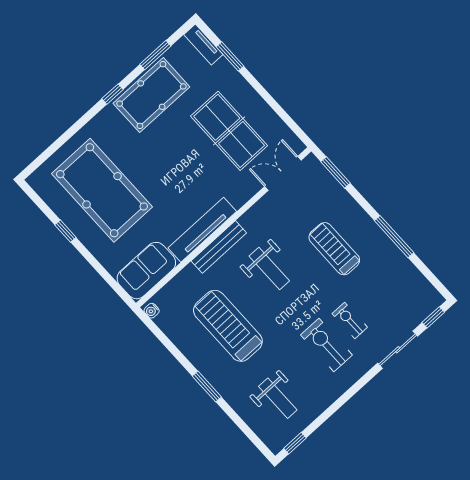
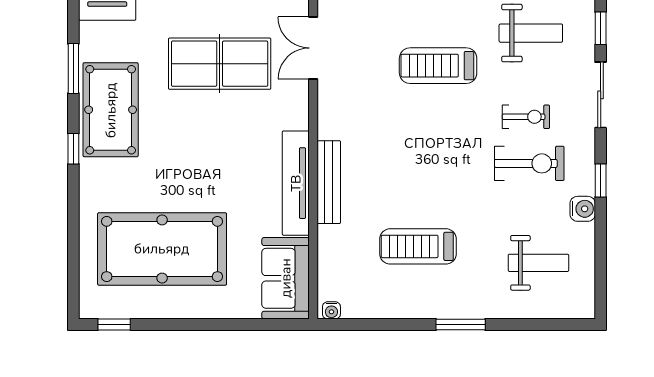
window: (65, 231) -> (114, 324), moved
weight bench: (269, 269) -> (531, 33), moved
exercise bike: (350, 320) -> (526, 117), turned 180
treadmill: (228, 326) -> (418, 246), width x0.73, depth x0.73
exercise bike: (326, 345) -> (529, 163), turned 180
water cooler: (328, 396) -> (583, 209), added
window: (295, 443) -> (601, 180), moved

